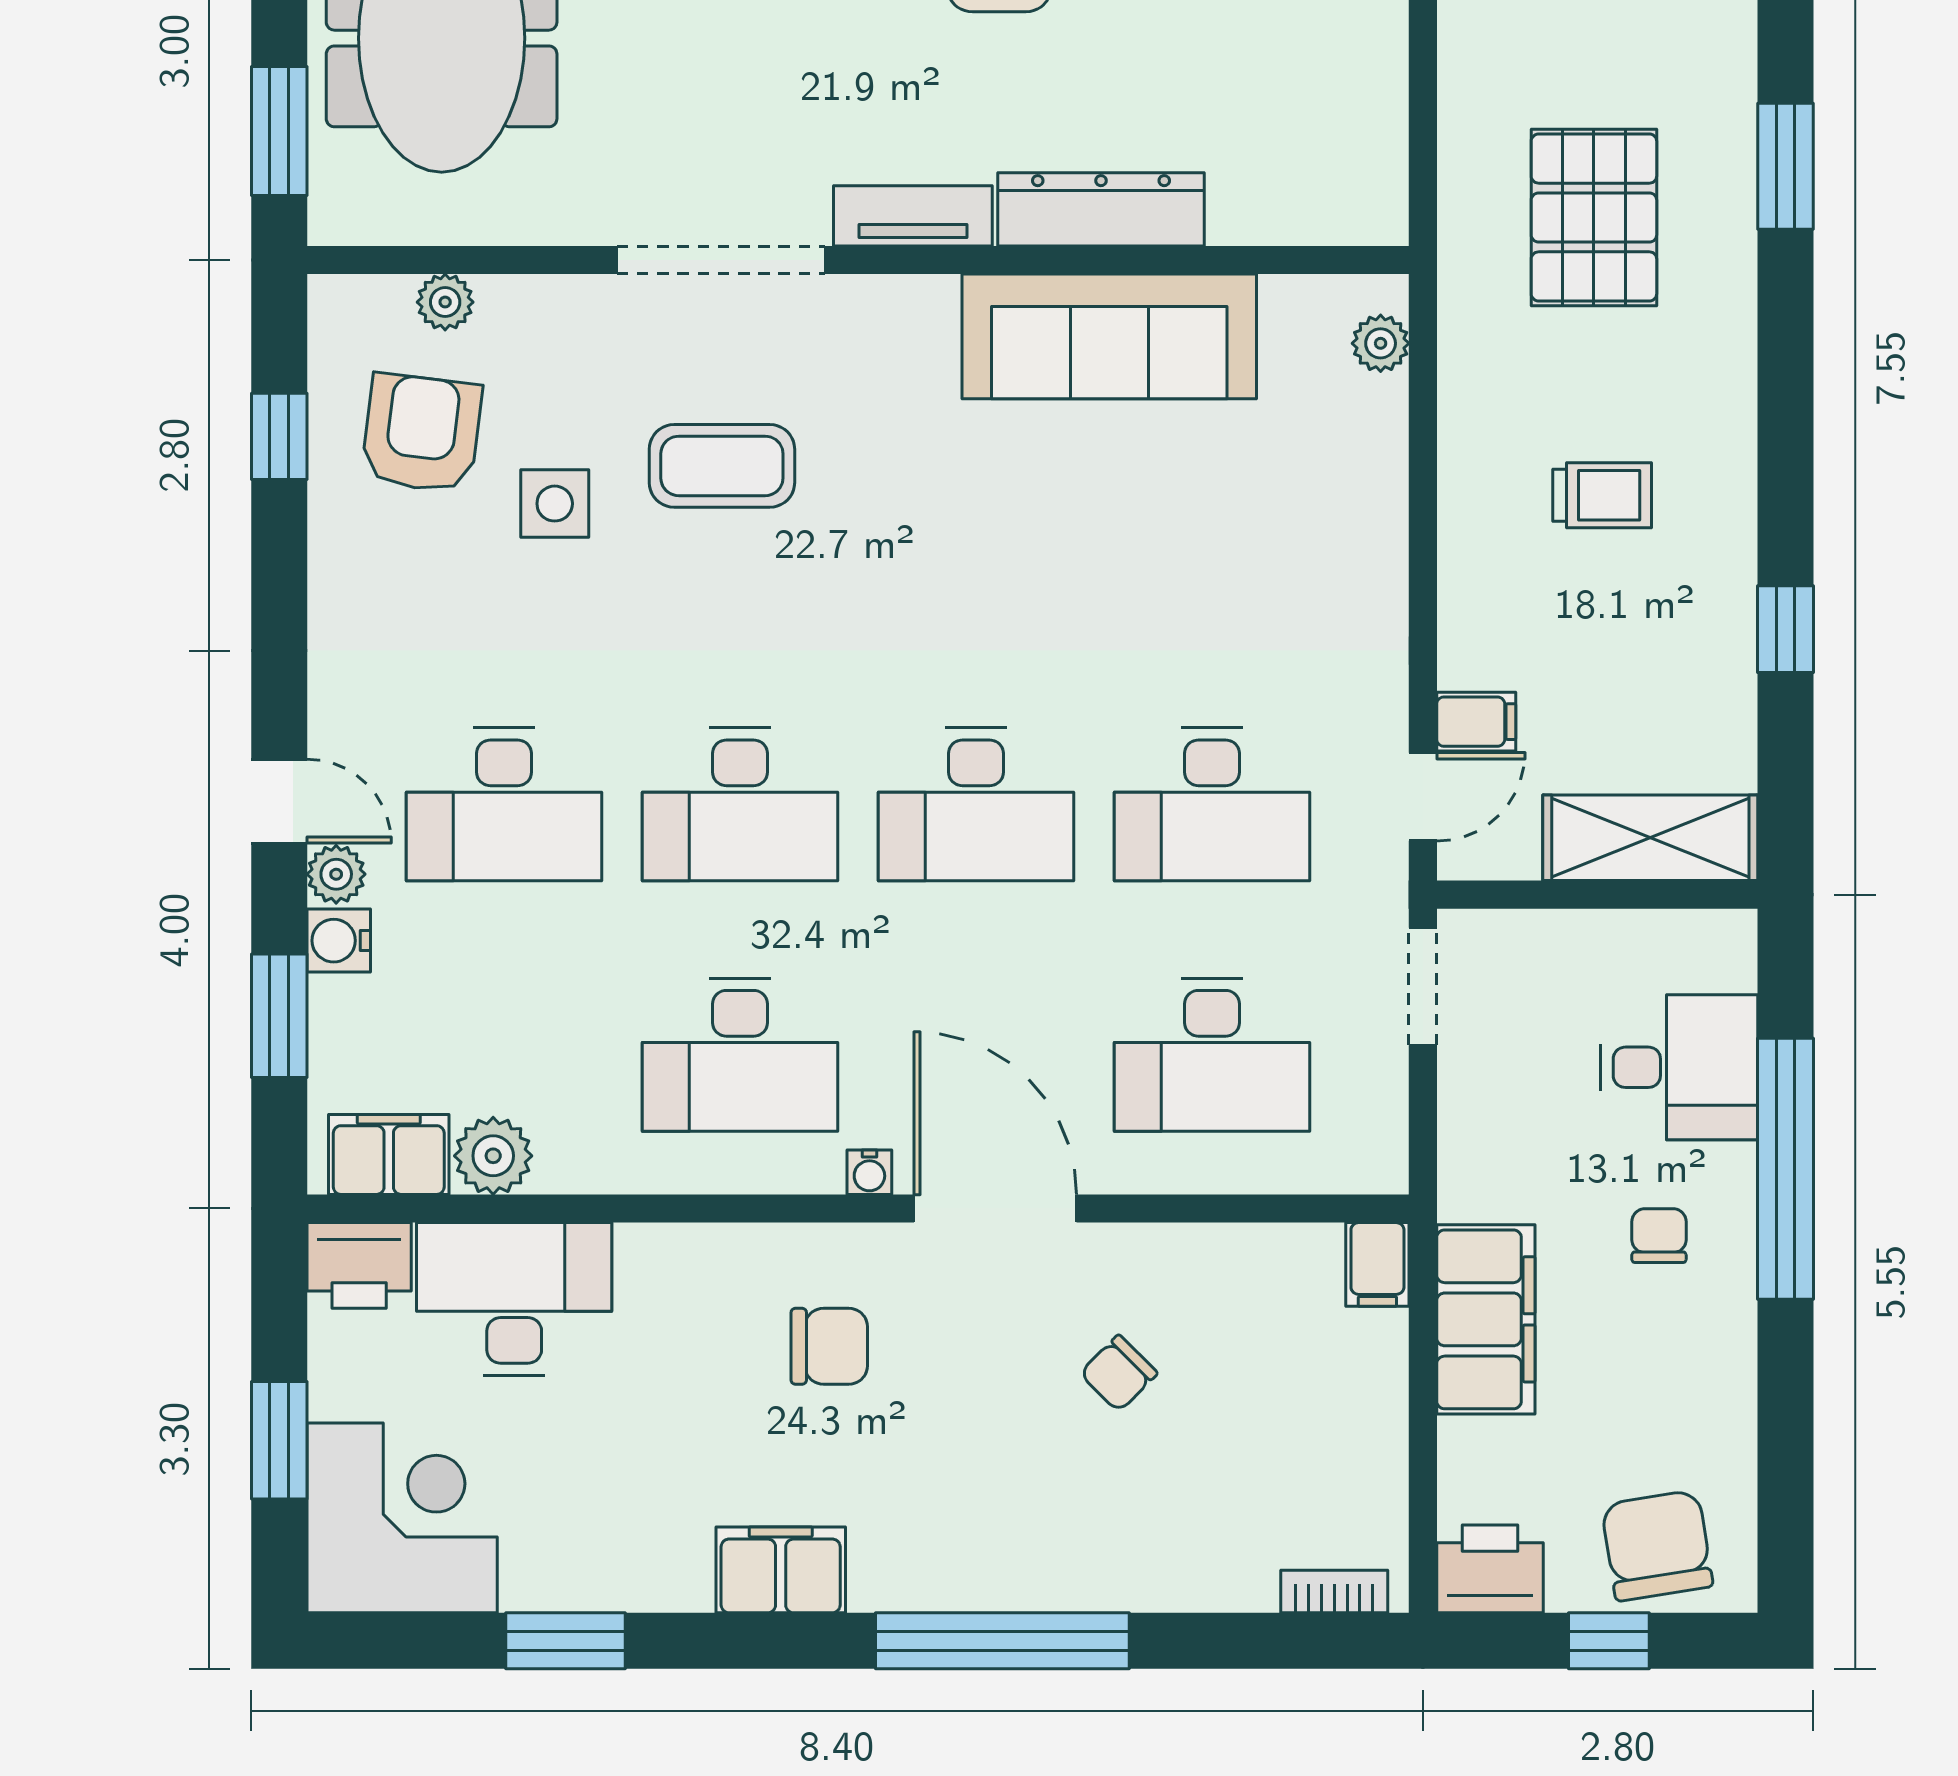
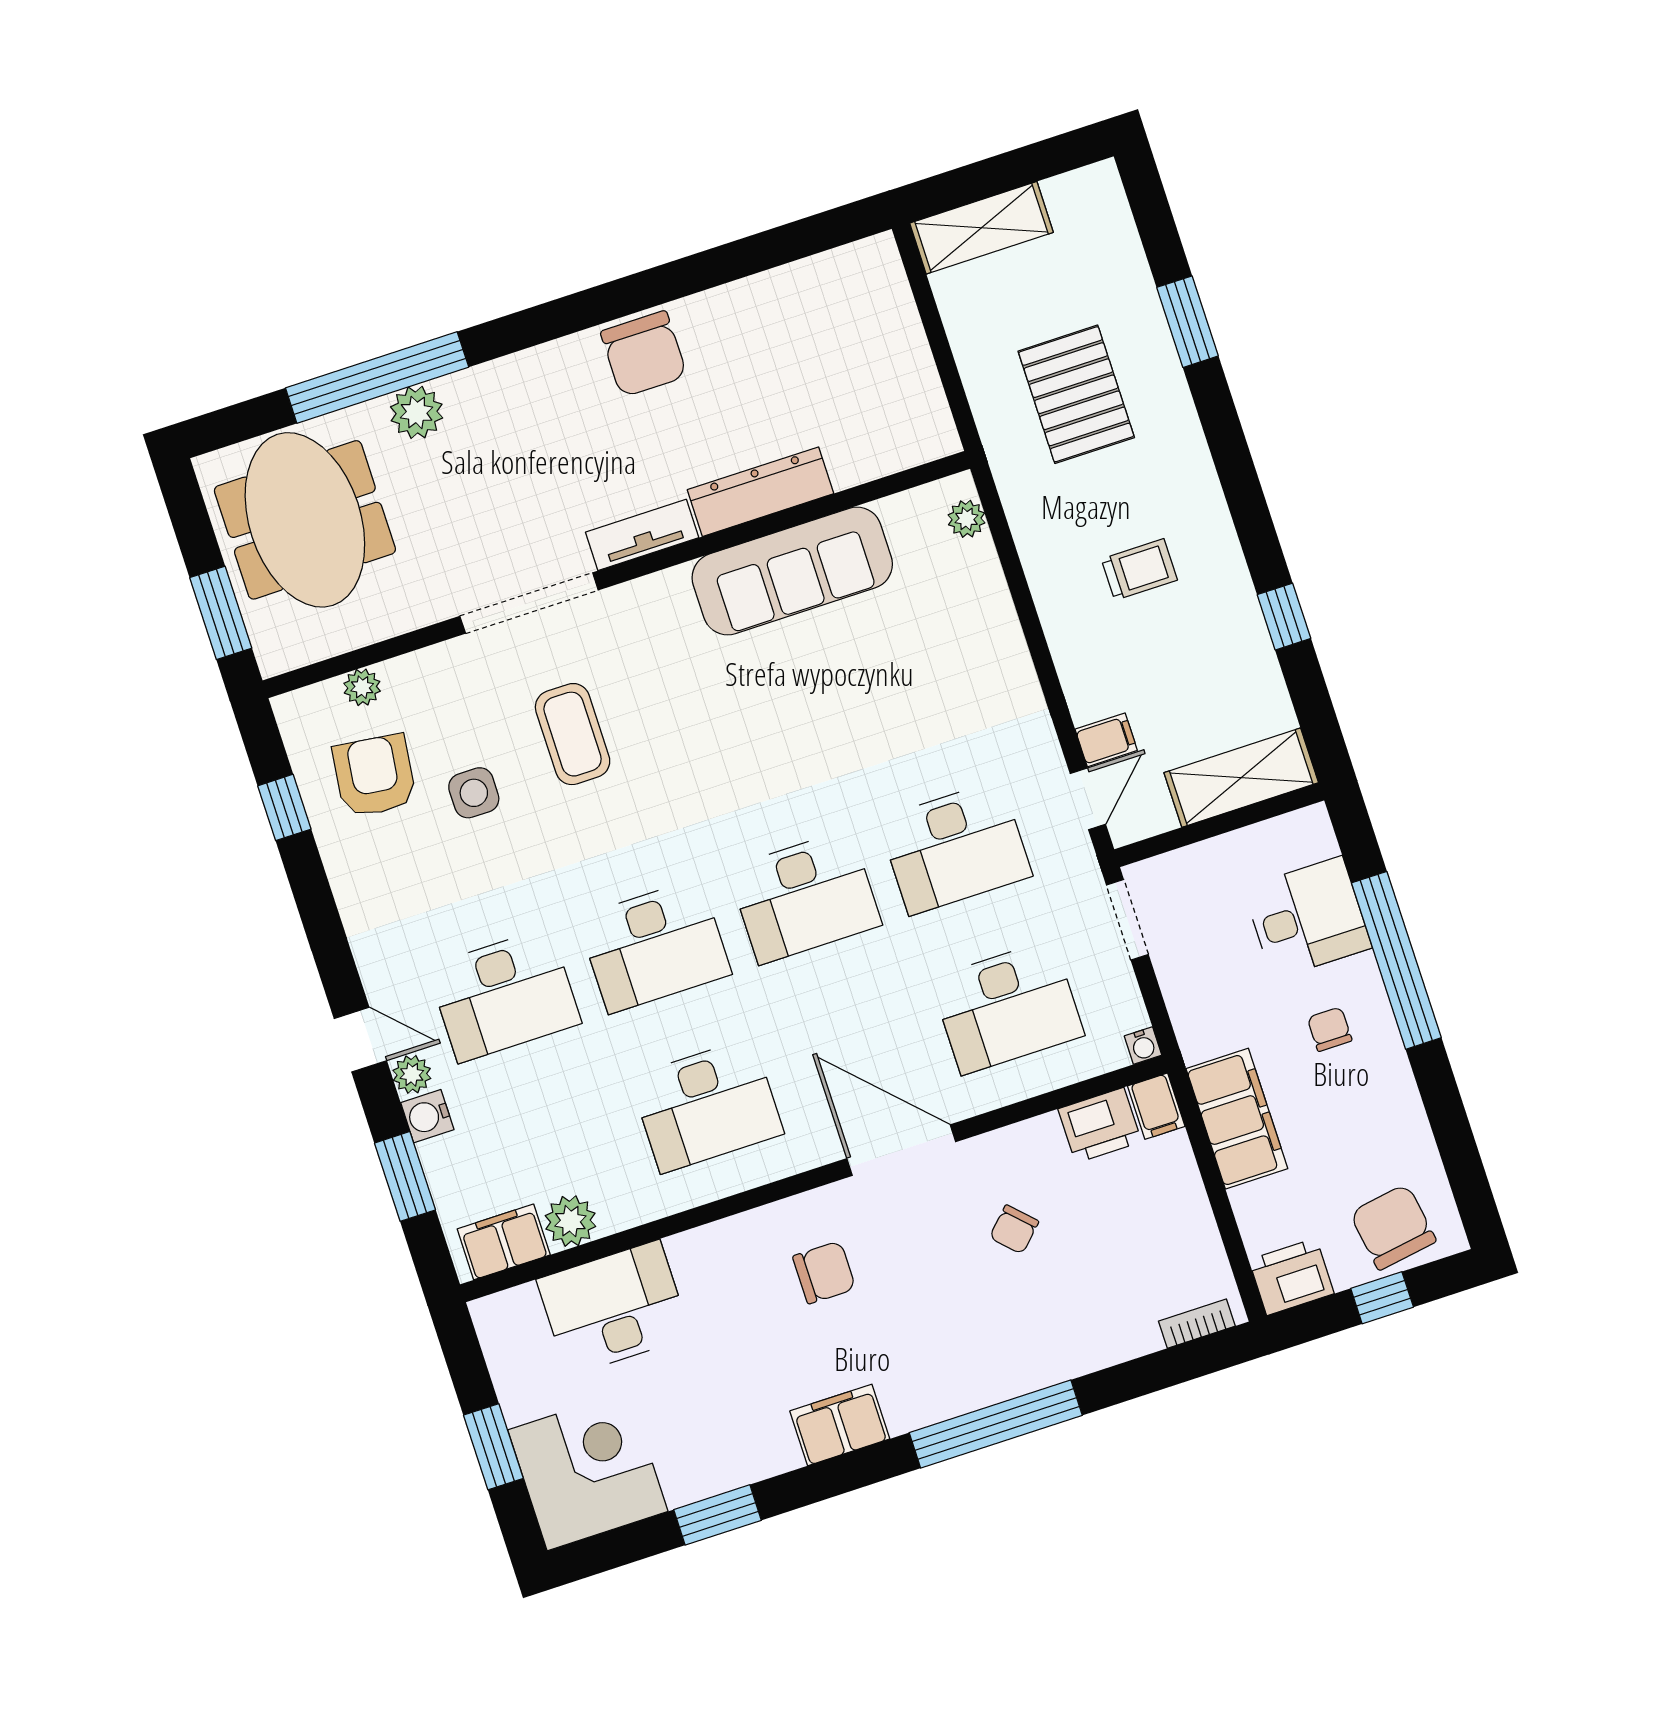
coffee table: (722, 466) -> (573, 734), turned 90
water cooler: (869, 1172) -> (1143, 1046), moved
printer: (359, 1265) -> (1100, 1125), moved

